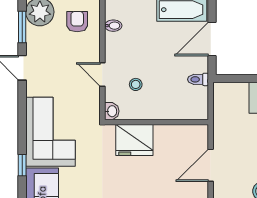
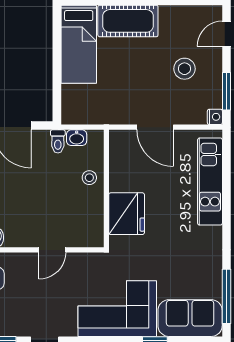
stool: (136, 84) -> (89, 178), moved
washbasin: (112, 111) -> (77, 138), moved, turned 180

